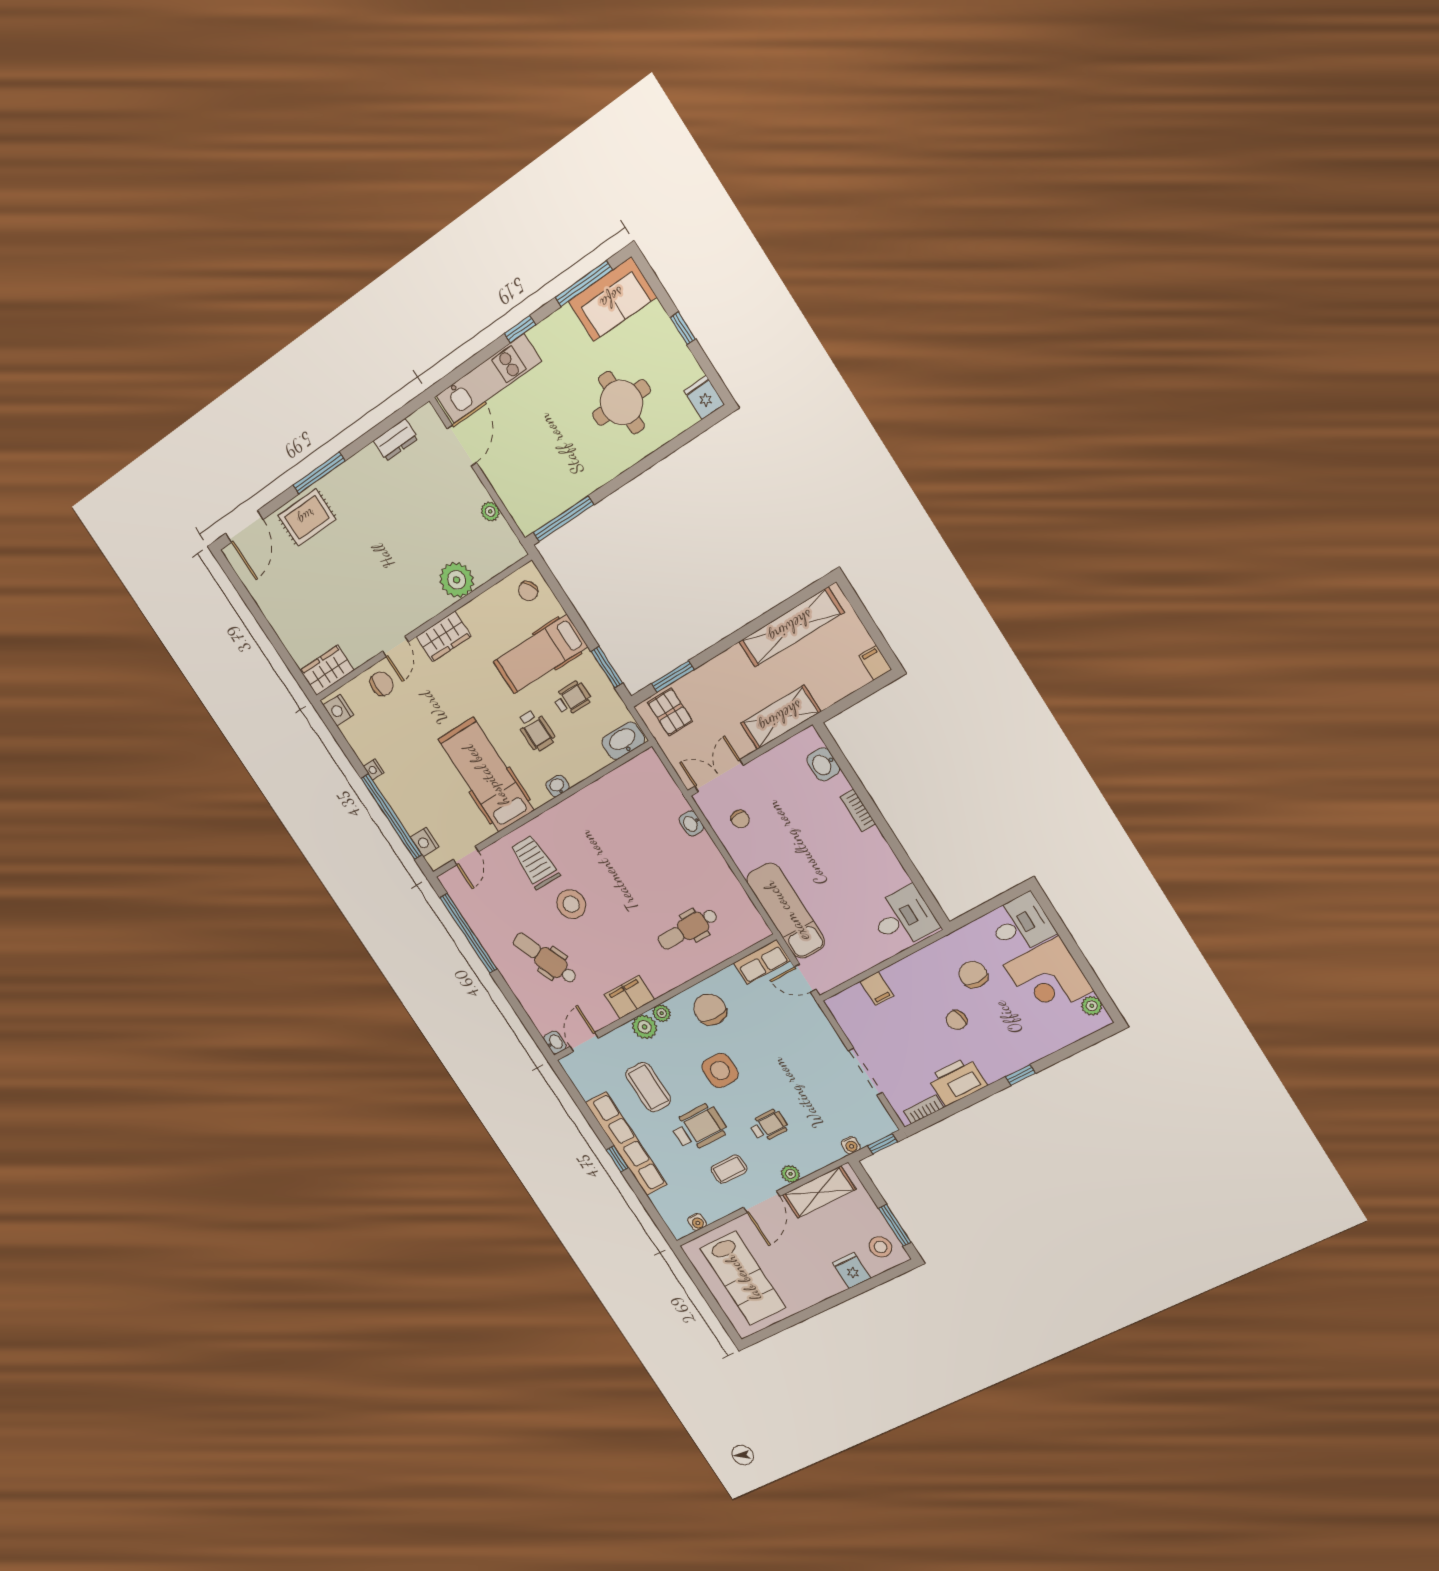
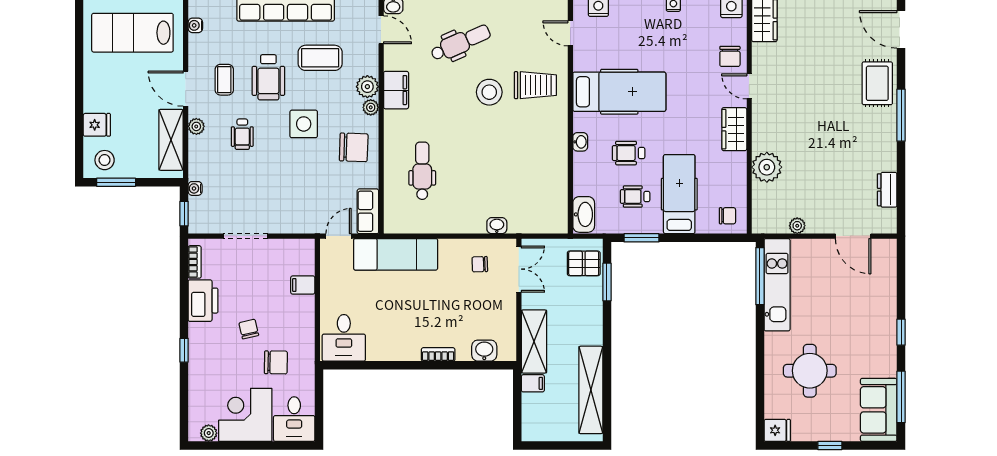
kitchen unit: (489, 379) -> (777, 285), moved, turned 180
chair: (528, 591) -> (727, 216), turned 124
filing cabinet: (875, 663) -> (533, 383), moved
wheelchair: (572, 698) -> (635, 196), turned 90

